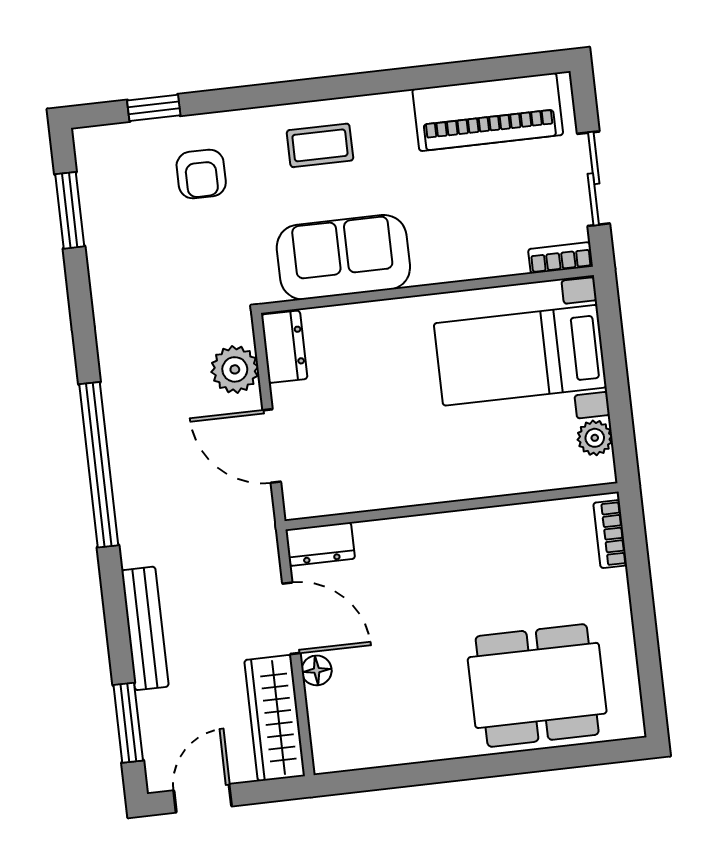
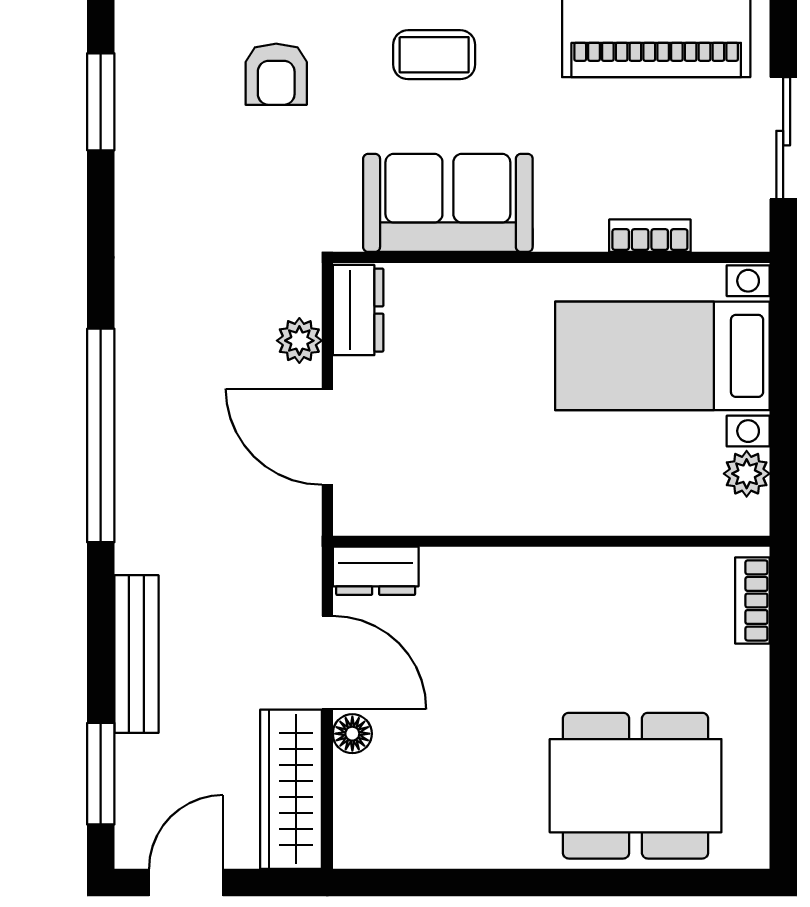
bookcase: (561, 258) -> (650, 236), moved
plant: (235, 369) -> (299, 341), width x0.73, depth x0.73

